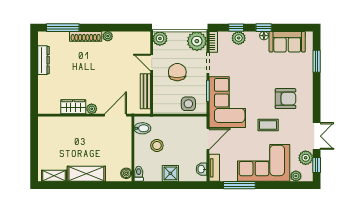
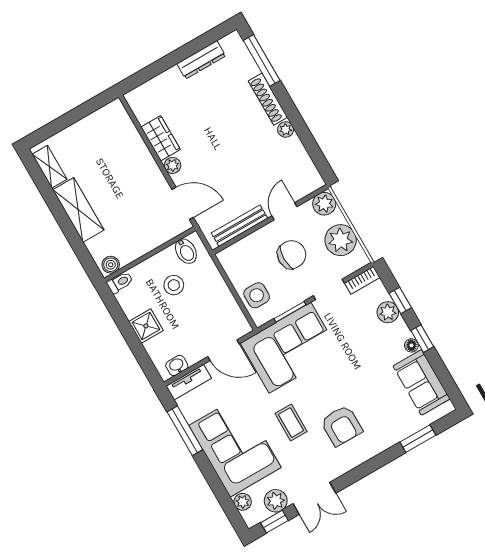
plant: (197, 41) -> (341, 240), moved

